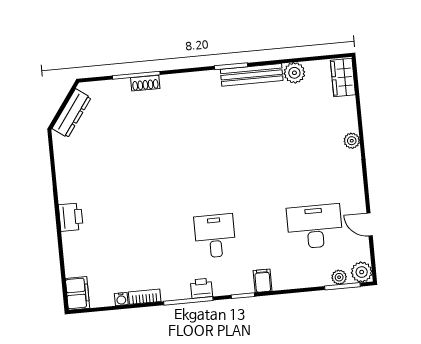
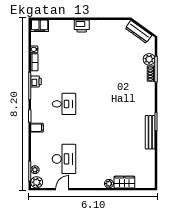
plant: (294, 73) -> (149, 59), moved
wardrobe: (343, 77) -> (124, 182), moved
printer: (202, 288) -> (36, 81), moved

